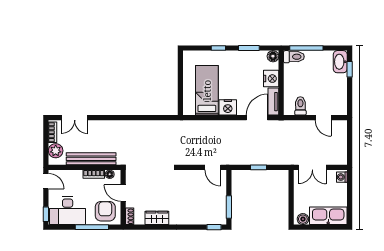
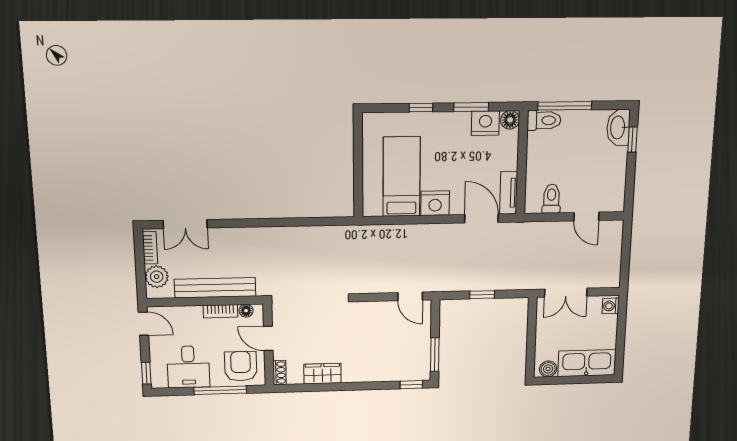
nightstand: (271, 79) -> (485, 123), moved, turned -90
door: (257, 118) -> (481, 218), hinge flipped
desk: (68, 211) -> (188, 367), width x0.73

